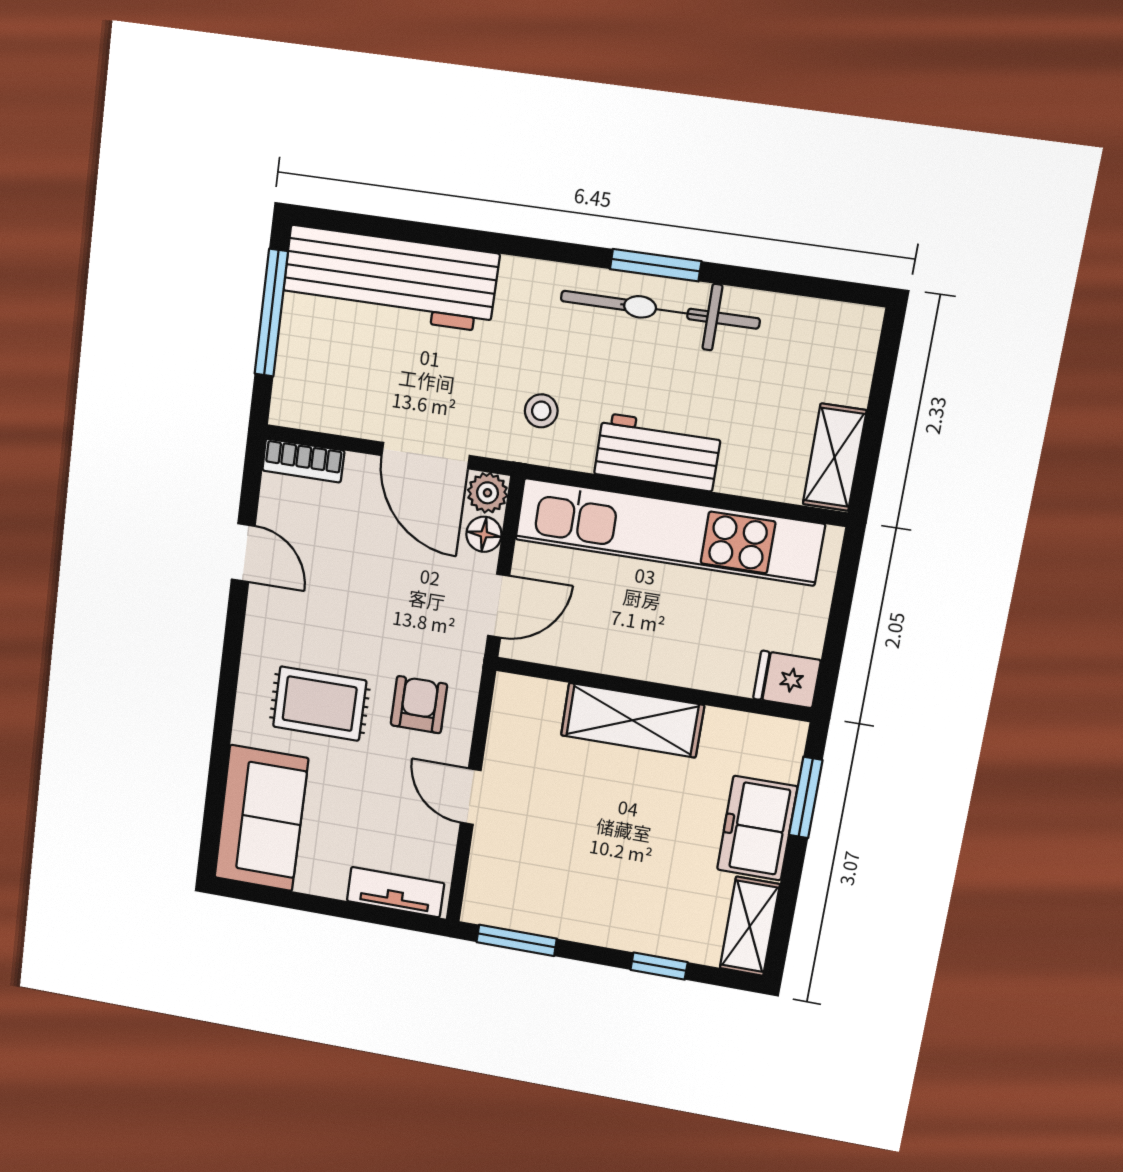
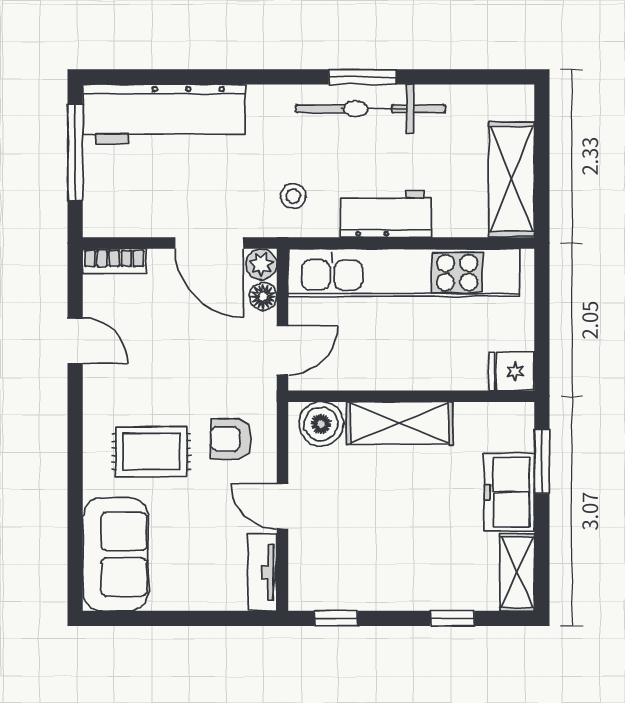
shelving: (835, 457) -> (512, 179), width x1.50, depth x1.33
armchair: (419, 705) -> (231, 439), turned -90
boiler: (533, 705) -> (321, 424), added
tv unit: (395, 892) -> (262, 572), moved, turned -90
window: (517, 940) -> (336, 618), width x0.67

